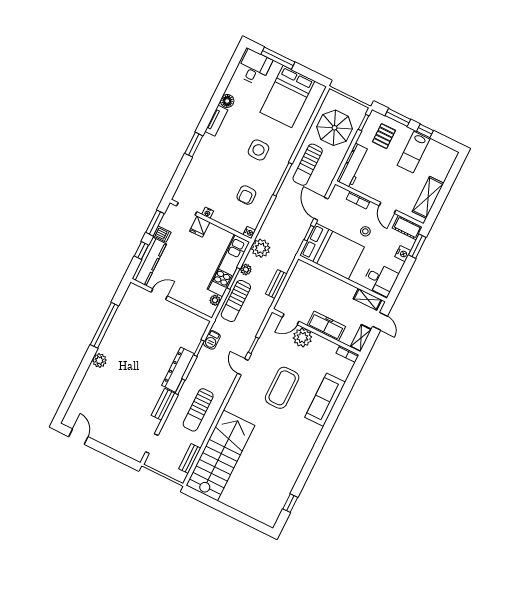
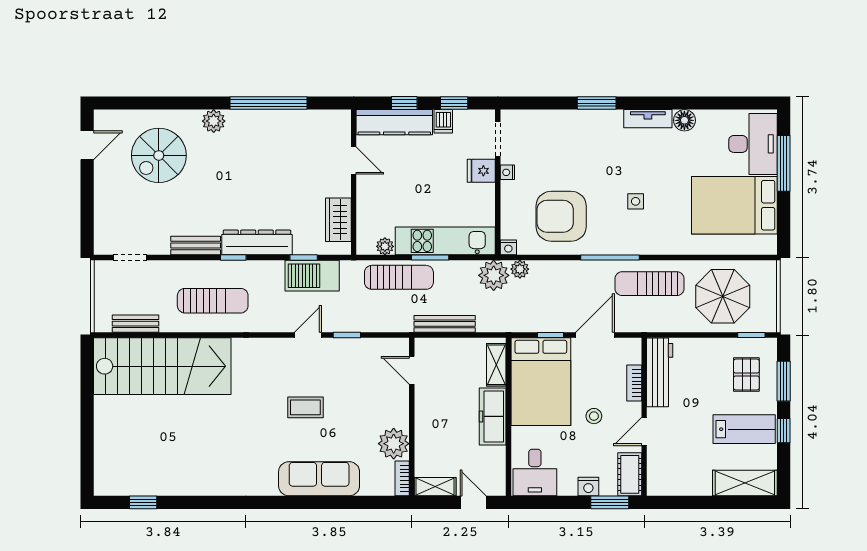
desk: (254, 67) -> (753, 144), width x1.37
pallet: (384, 136) -> (746, 375), turned 90
side table: (258, 150) -> (636, 201), width x0.54, depth x0.54
lab bench: (413, 152) -> (744, 429), turned 180
workbench: (353, 165) -> (660, 372), moved, turned -90
armchair: (246, 195) -> (561, 216), width x1.88, depth x1.88
shelving: (428, 197) -> (745, 483), moved
window: (155, 223) -> (454, 103), width x0.67
plant: (246, 270) -> (520, 269), moved
bench: (276, 284) -> (445, 324), width x1.36
shelving: (368, 299) -> (496, 365), moved
sun lounger: (236, 301) -> (399, 277), turned 180
wardrobe: (188, 319) -> (338, 220), added
door: (380, 321) -> (473, 502), swing flipped
freezer: (326, 326) -> (493, 416), moved, turned 180
plant: (302, 337) -> (394, 444), moved
barbecue: (212, 340) -> (312, 276), width x1.88, depth x1.53
coffee table: (282, 388) -> (305, 407), width x0.54, depth x0.58
spiral stairs: (103, 400) -> (159, 155), added
sun lounger: (198, 410) -> (213, 301), turned 180

